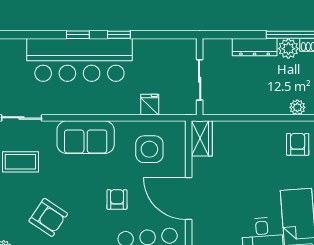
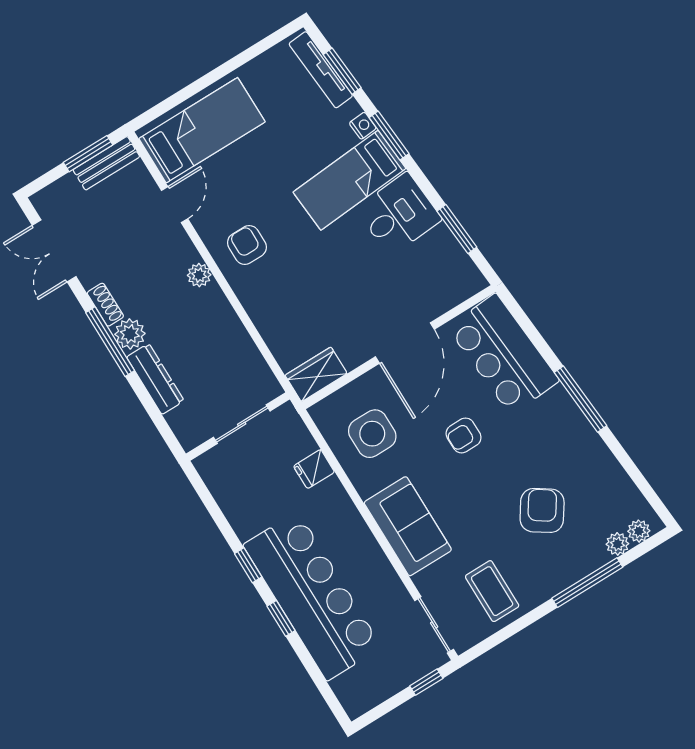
armchair: (298, 144) -> (247, 245), turned 90

